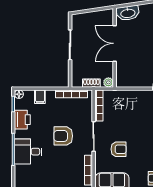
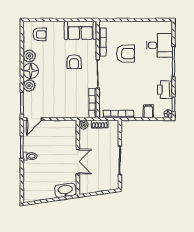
double door: (115, 43) -> (78, 162), width x0.73
armchair: (63, 136) -> (126, 54), moved
armchair: (119, 149) -> (74, 62), turned -90
desk: (28, 152) -> (159, 45), moved

